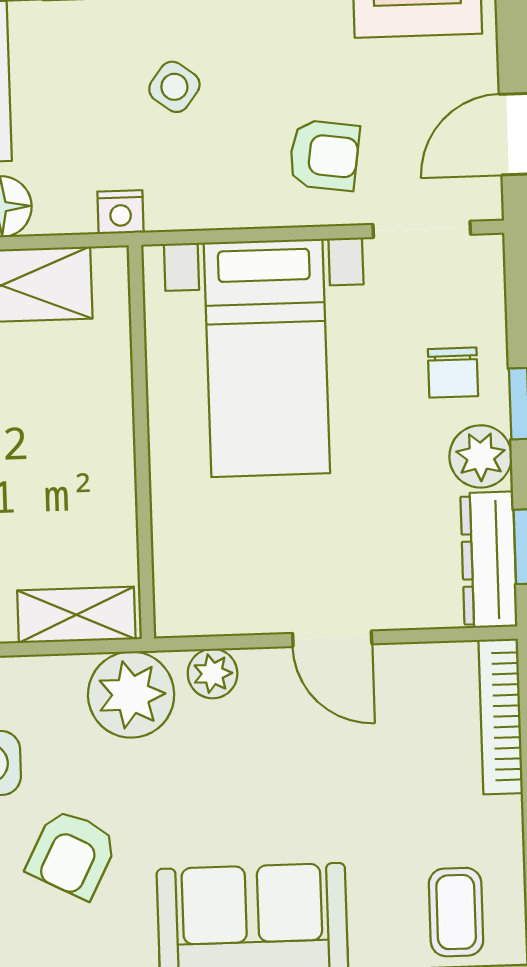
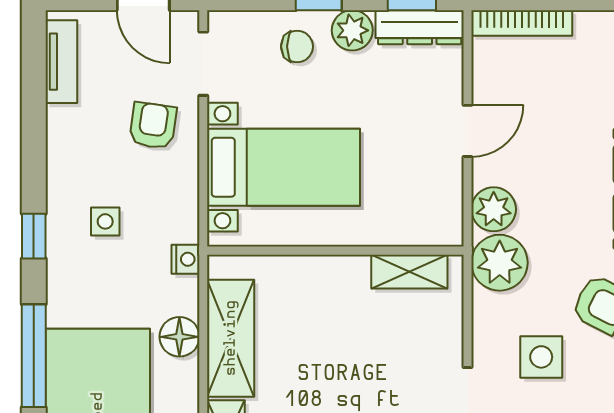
side table: (174, 87) -> (105, 221), turned -37
shelving: (76, 615) -> (409, 272), moved, turned 90
plant: (213, 674) -> (494, 209), width x1.38, depth x1.38

